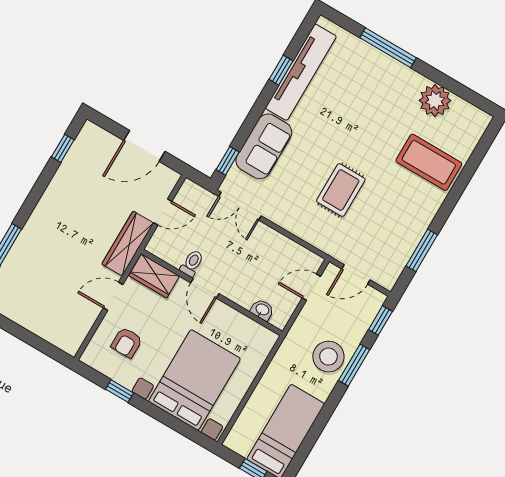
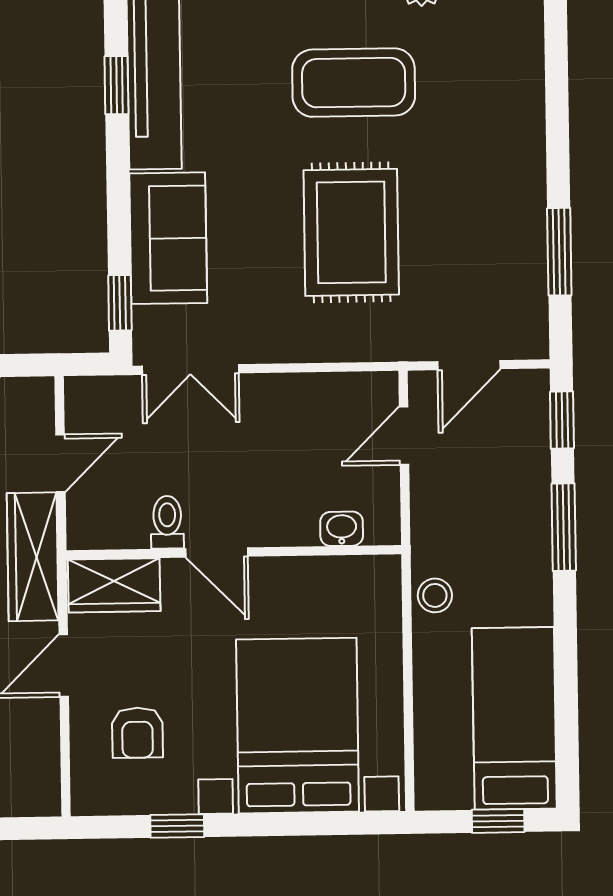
coffee table: (429, 162) -> (354, 83), moved
rug: (341, 190) -> (351, 232), width x1.36, depth x1.43
stool: (328, 357) -> (435, 595), moved, width x0.53, depth x0.53

